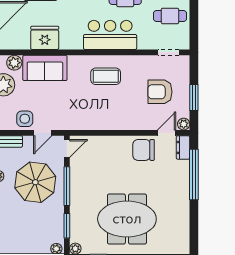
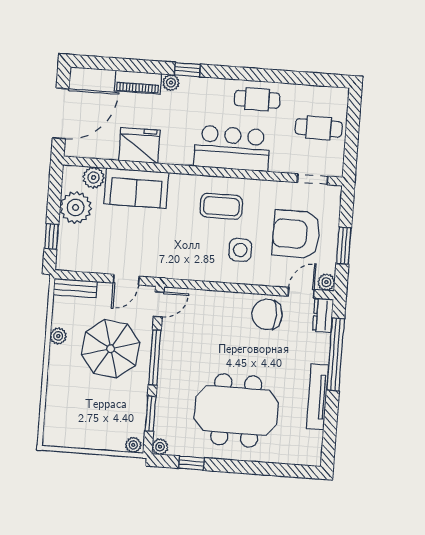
armchair: (160, 92) -> (296, 234), width x1.36, depth x1.36
side table: (25, 119) -> (240, 250), moved
tv unit: (183, 205) -> (318, 397), added

